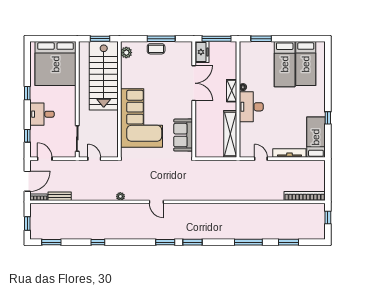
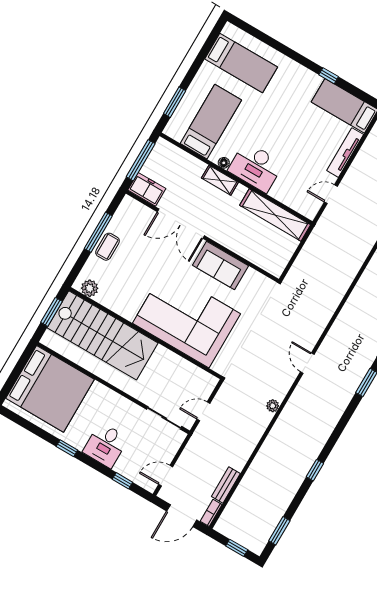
bed: (285, 64) -> (211, 122), moved, turned -90
double door: (194, 83) -> (181, 224), swing flipped
sofa: (183, 135) -> (221, 265), moved
door: (27, 181) -> (182, 516), swing flipped
door: (156, 202) -> (307, 363), swing flipped

